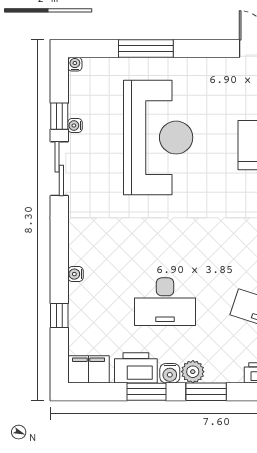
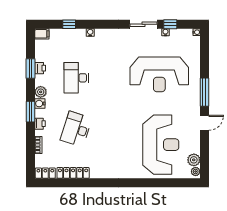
window: (146, 48) -> (204, 92), moved
printer: (136, 368) -> (40, 68), width x0.53, depth x0.68
filing cabinet: (89, 369) -> (42, 34), width x0.50
water cooler: (170, 373) -> (40, 104), moved
window: (206, 392) -> (31, 112), moved

